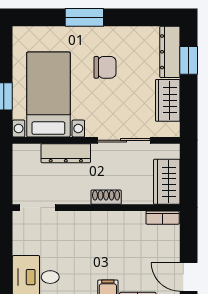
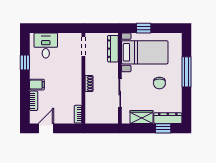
window: (84, 17) -> (186, 72), width x1.44
dresser: (66, 153) -> (113, 49), moved
wardrobe: (167, 182) -> (97, 116), removed

